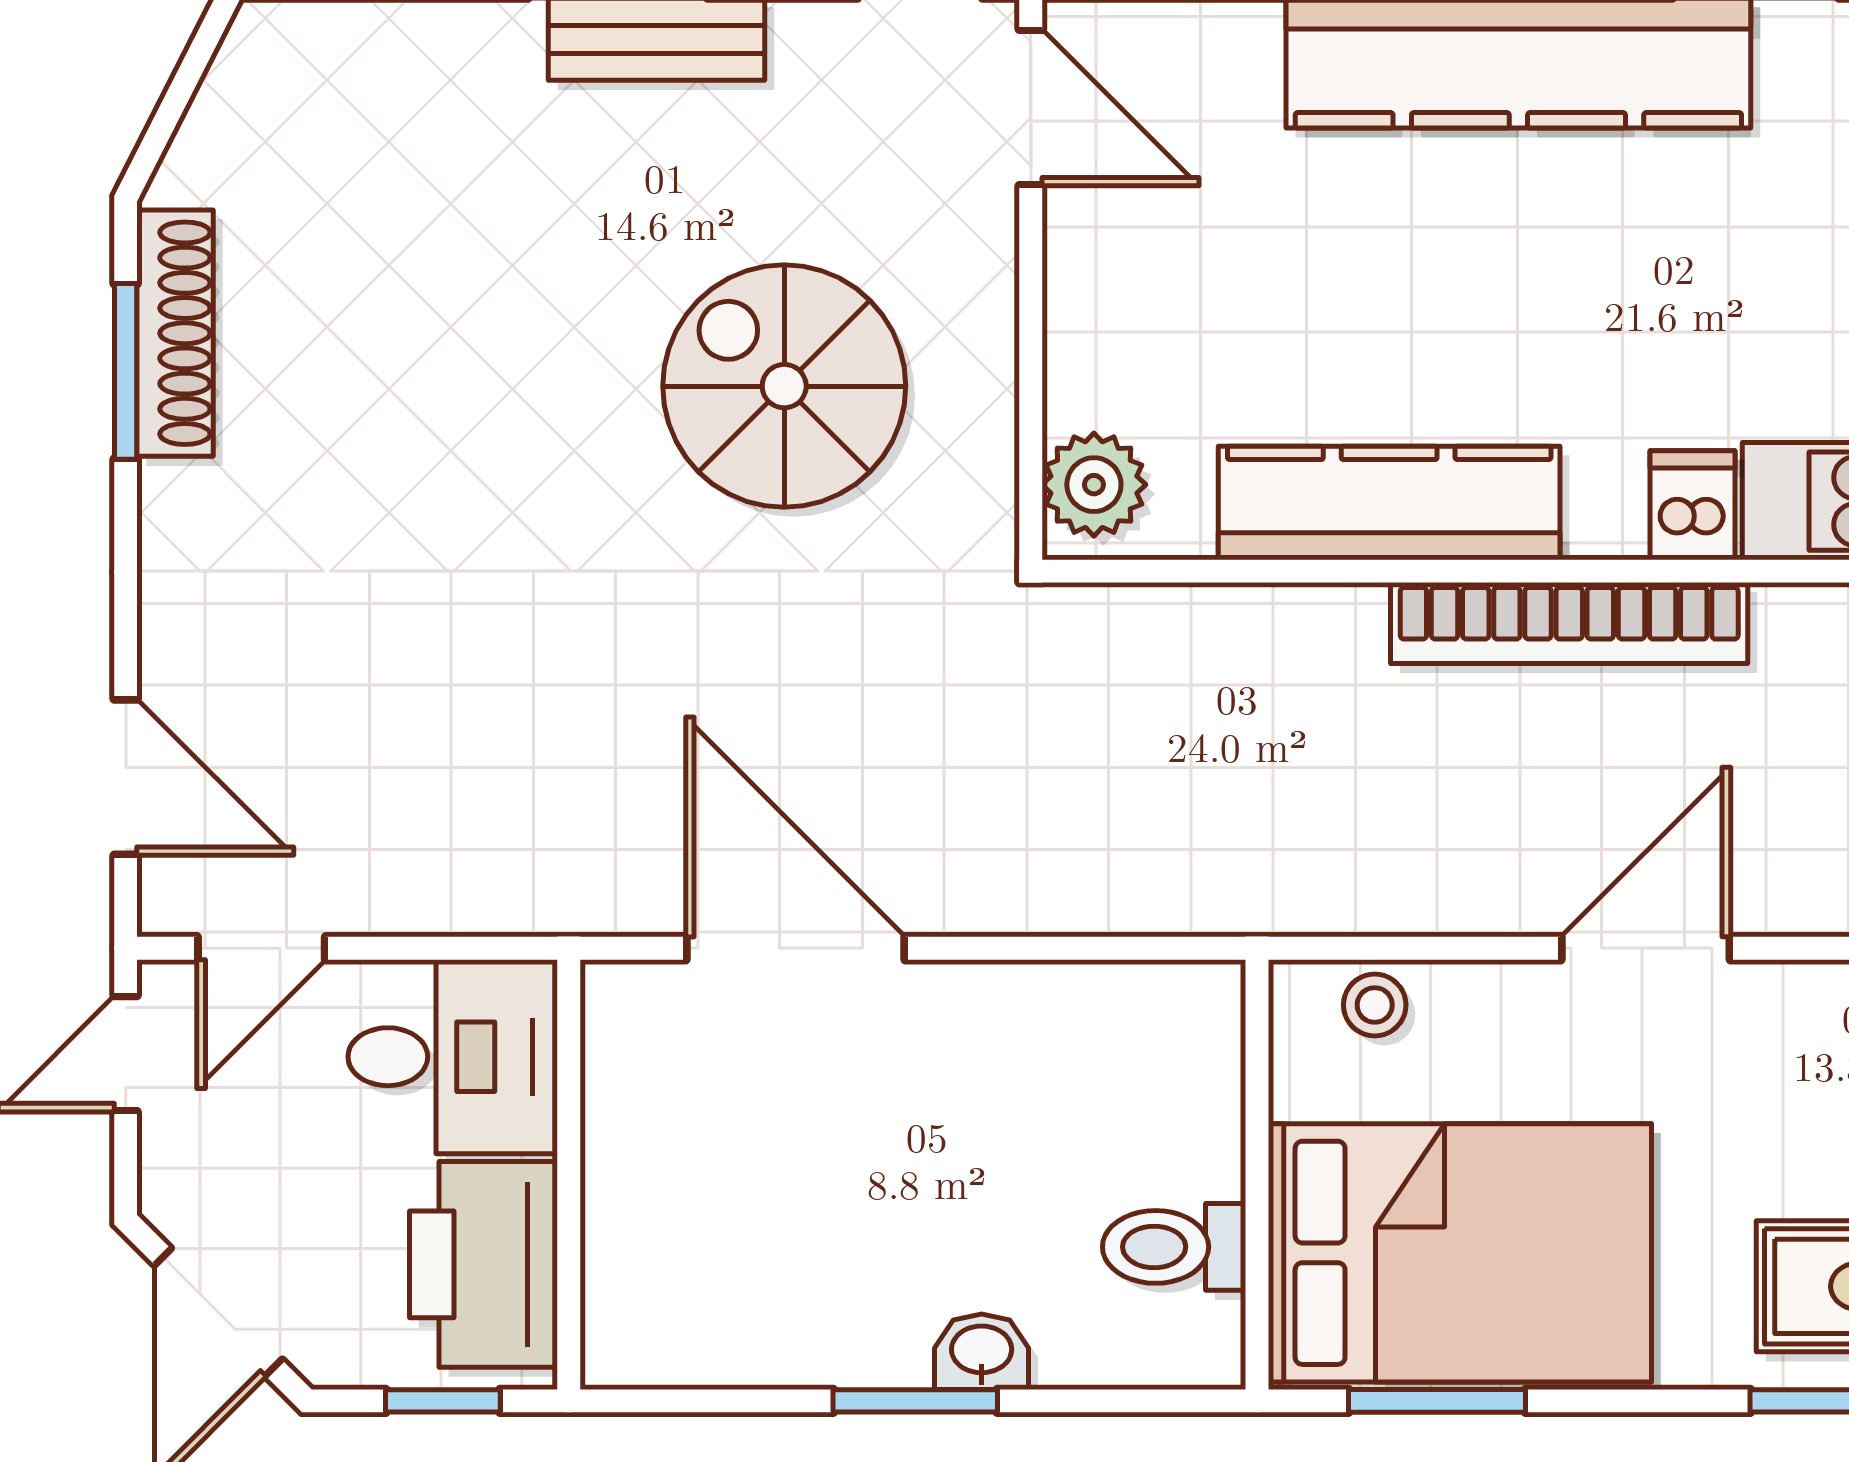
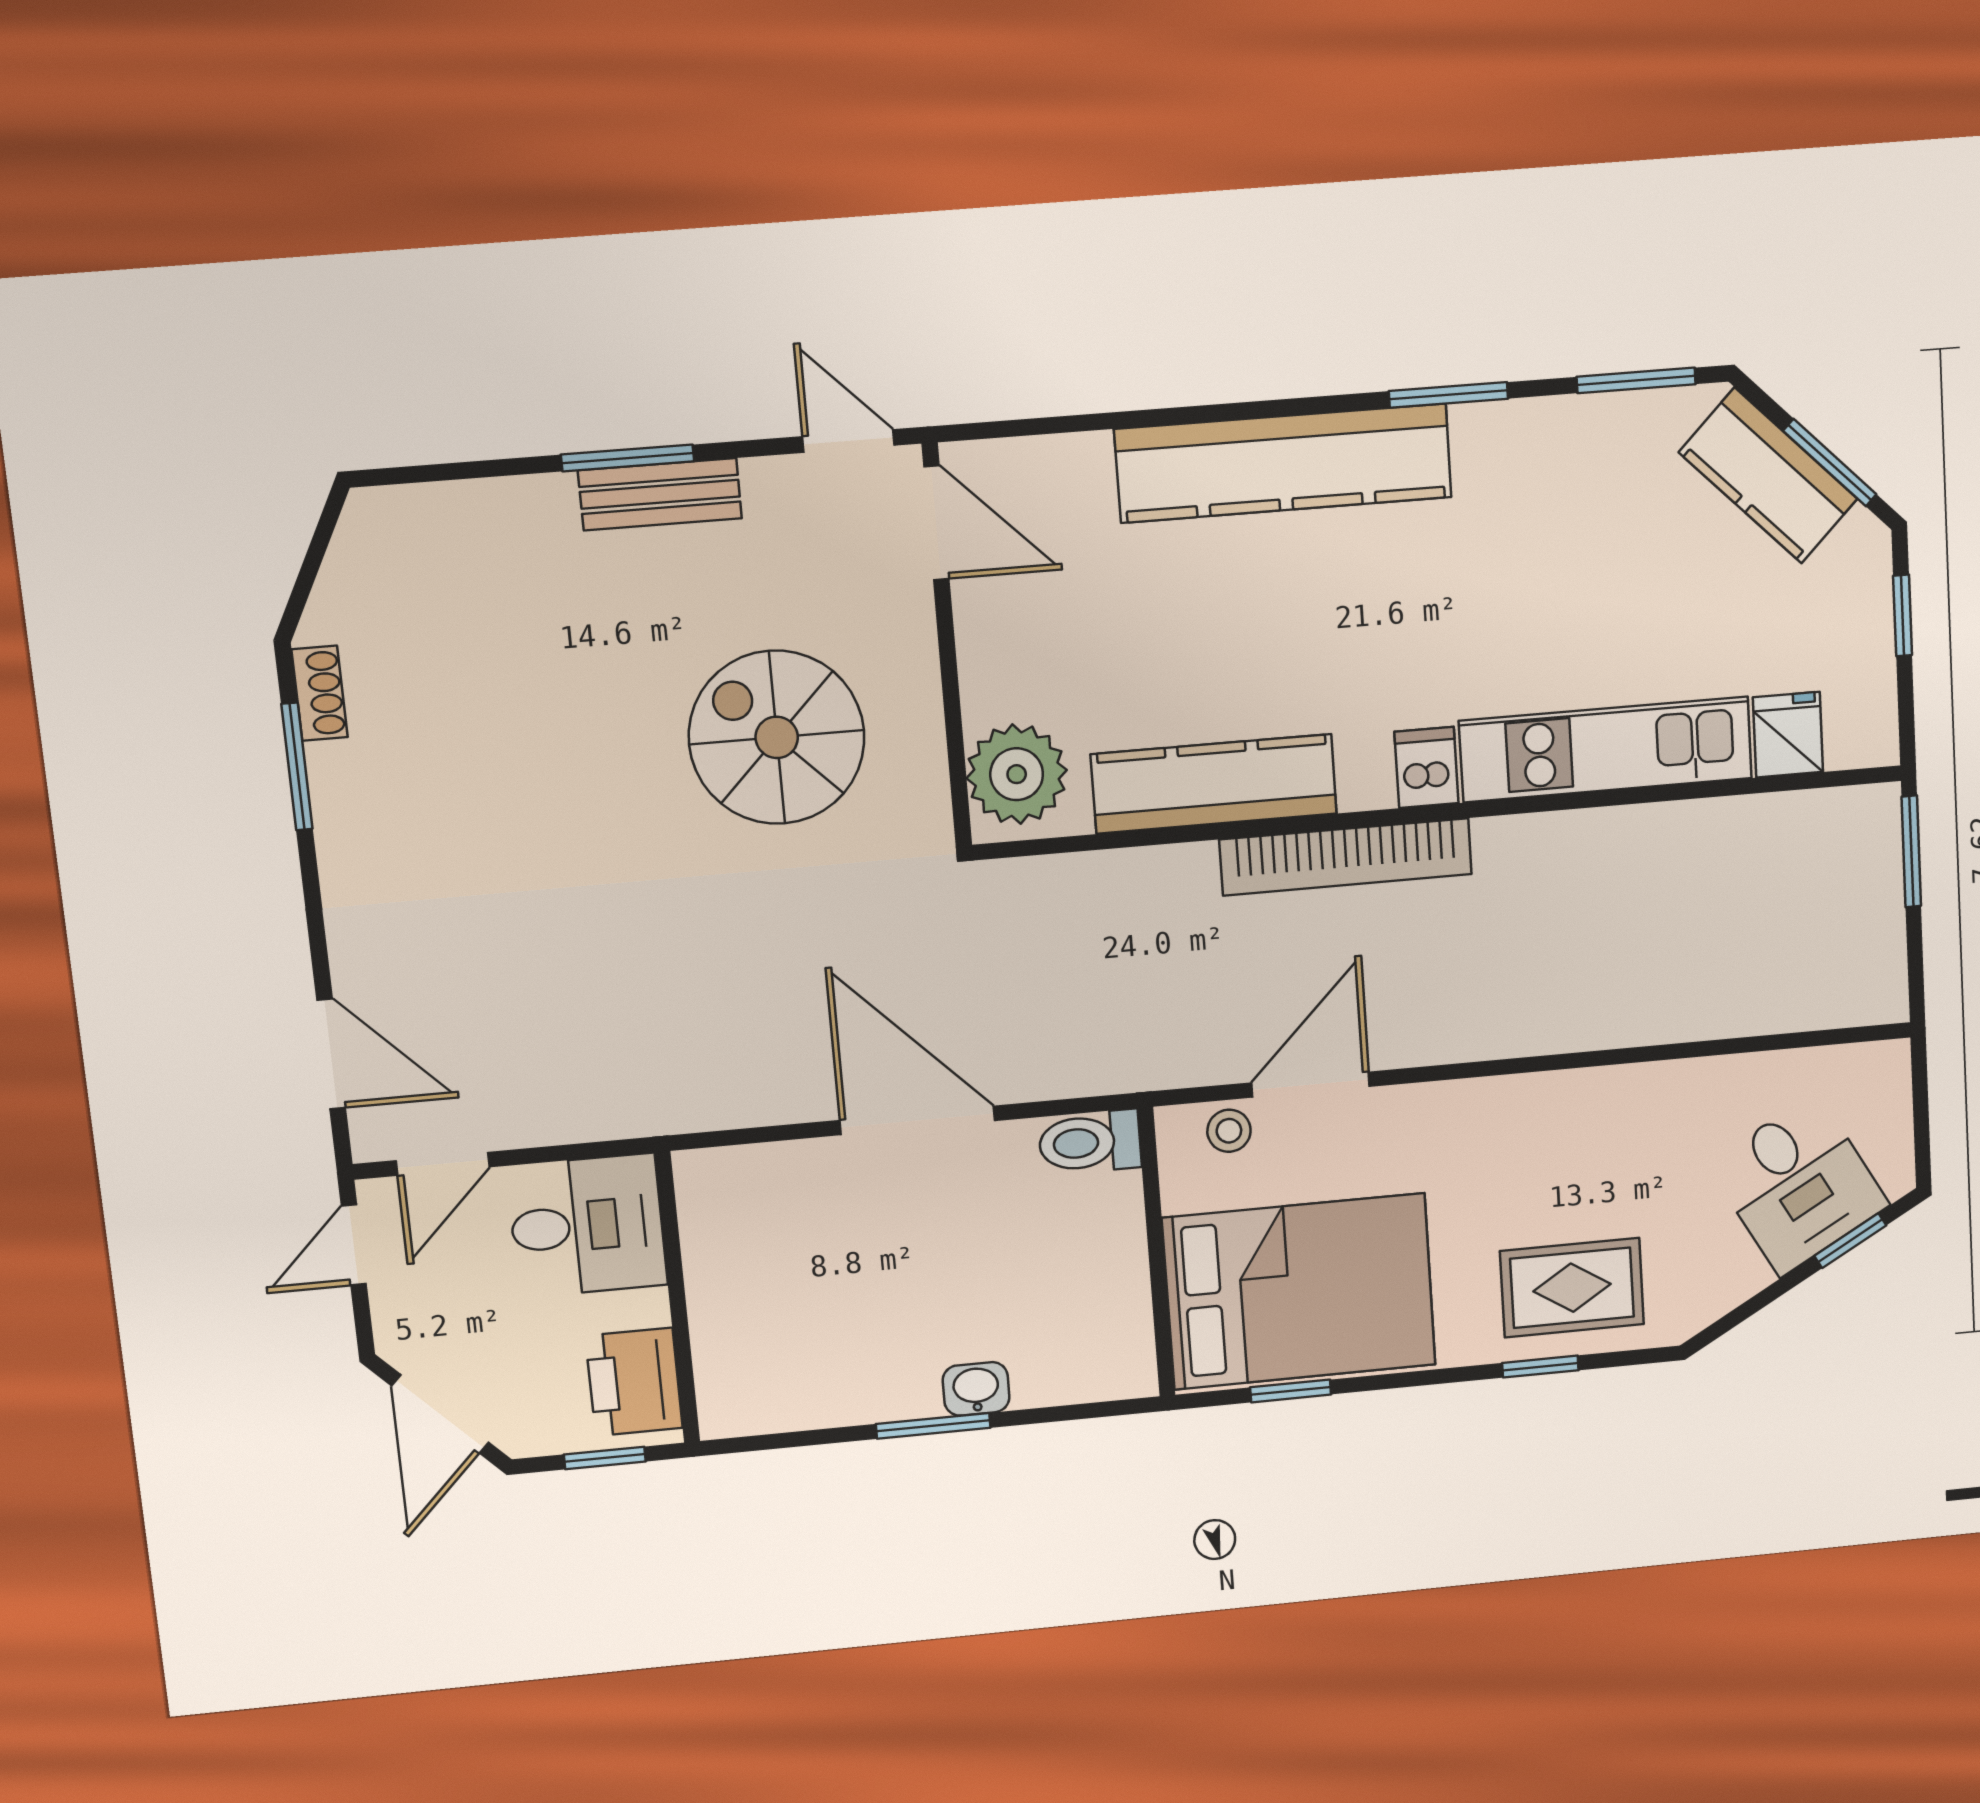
shoe rack: (175, 333) -> (320, 693), width x0.51, depth x0.81
plant: (1094, 485) -> (1017, 774), width x1.36, depth x1.36
door: (795, 948) -> (917, 1120), moved
door: (1646, 948) -> (1311, 1085), moved
toilet: (1174, 1247) -> (1090, 1142), moved
printer: (483, 1264) -> (634, 1382), width x0.73, depth x0.84
window: (1437, 1401) -> (1291, 1391), width x0.67

